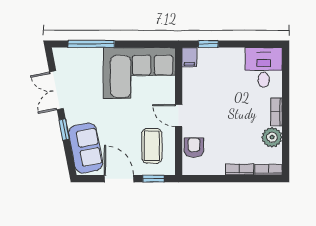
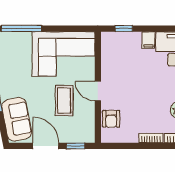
filing cabinet: (189, 57) -> (148, 40), moved
coffee table: (152, 146) -> (64, 101), moved
armchair: (194, 147) -> (111, 119), turned 180

